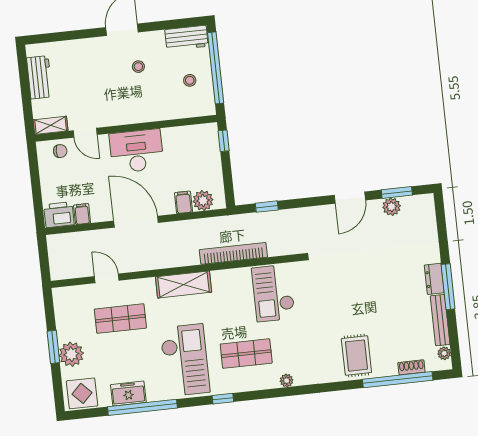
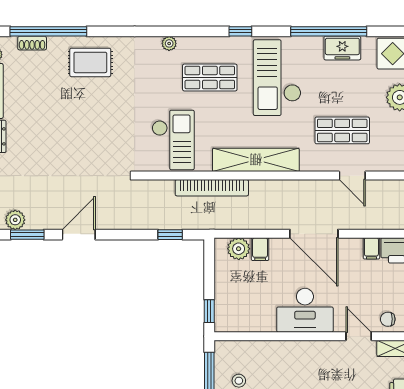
plant: (392, 207) -> (15, 220), moved
shelving: (184, 284) -> (256, 160), width x1.47
rug: (356, 356) -> (90, 62), turned 90

